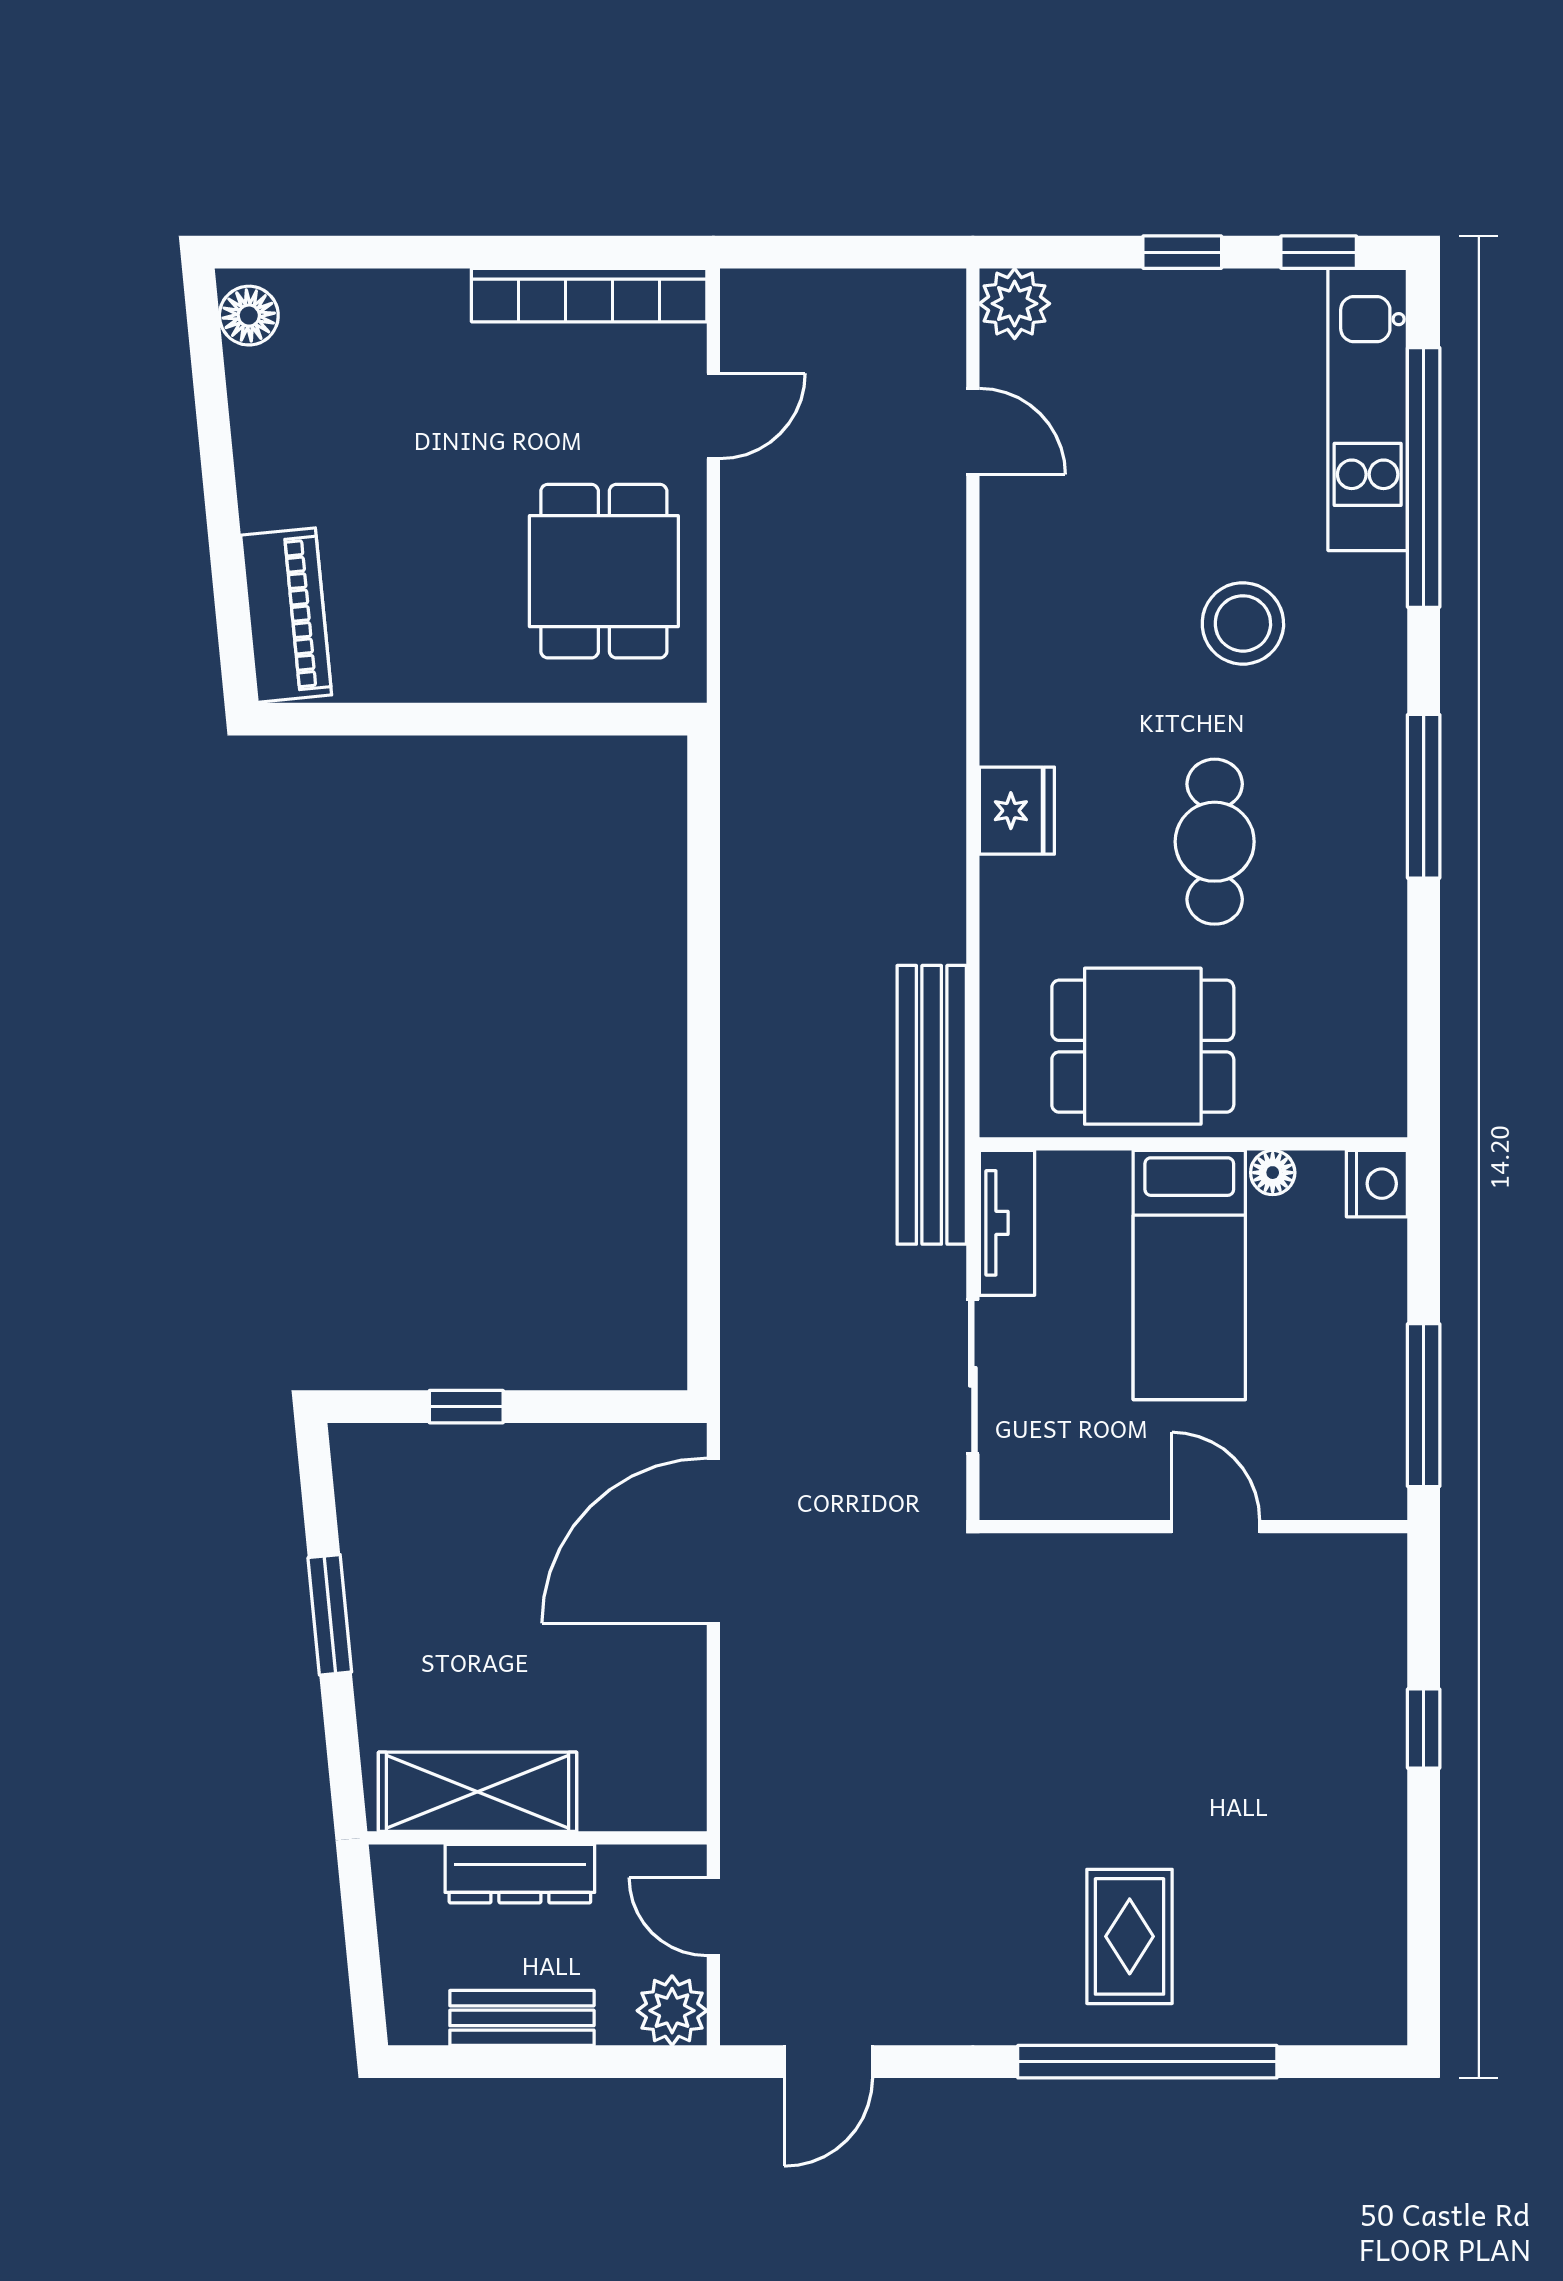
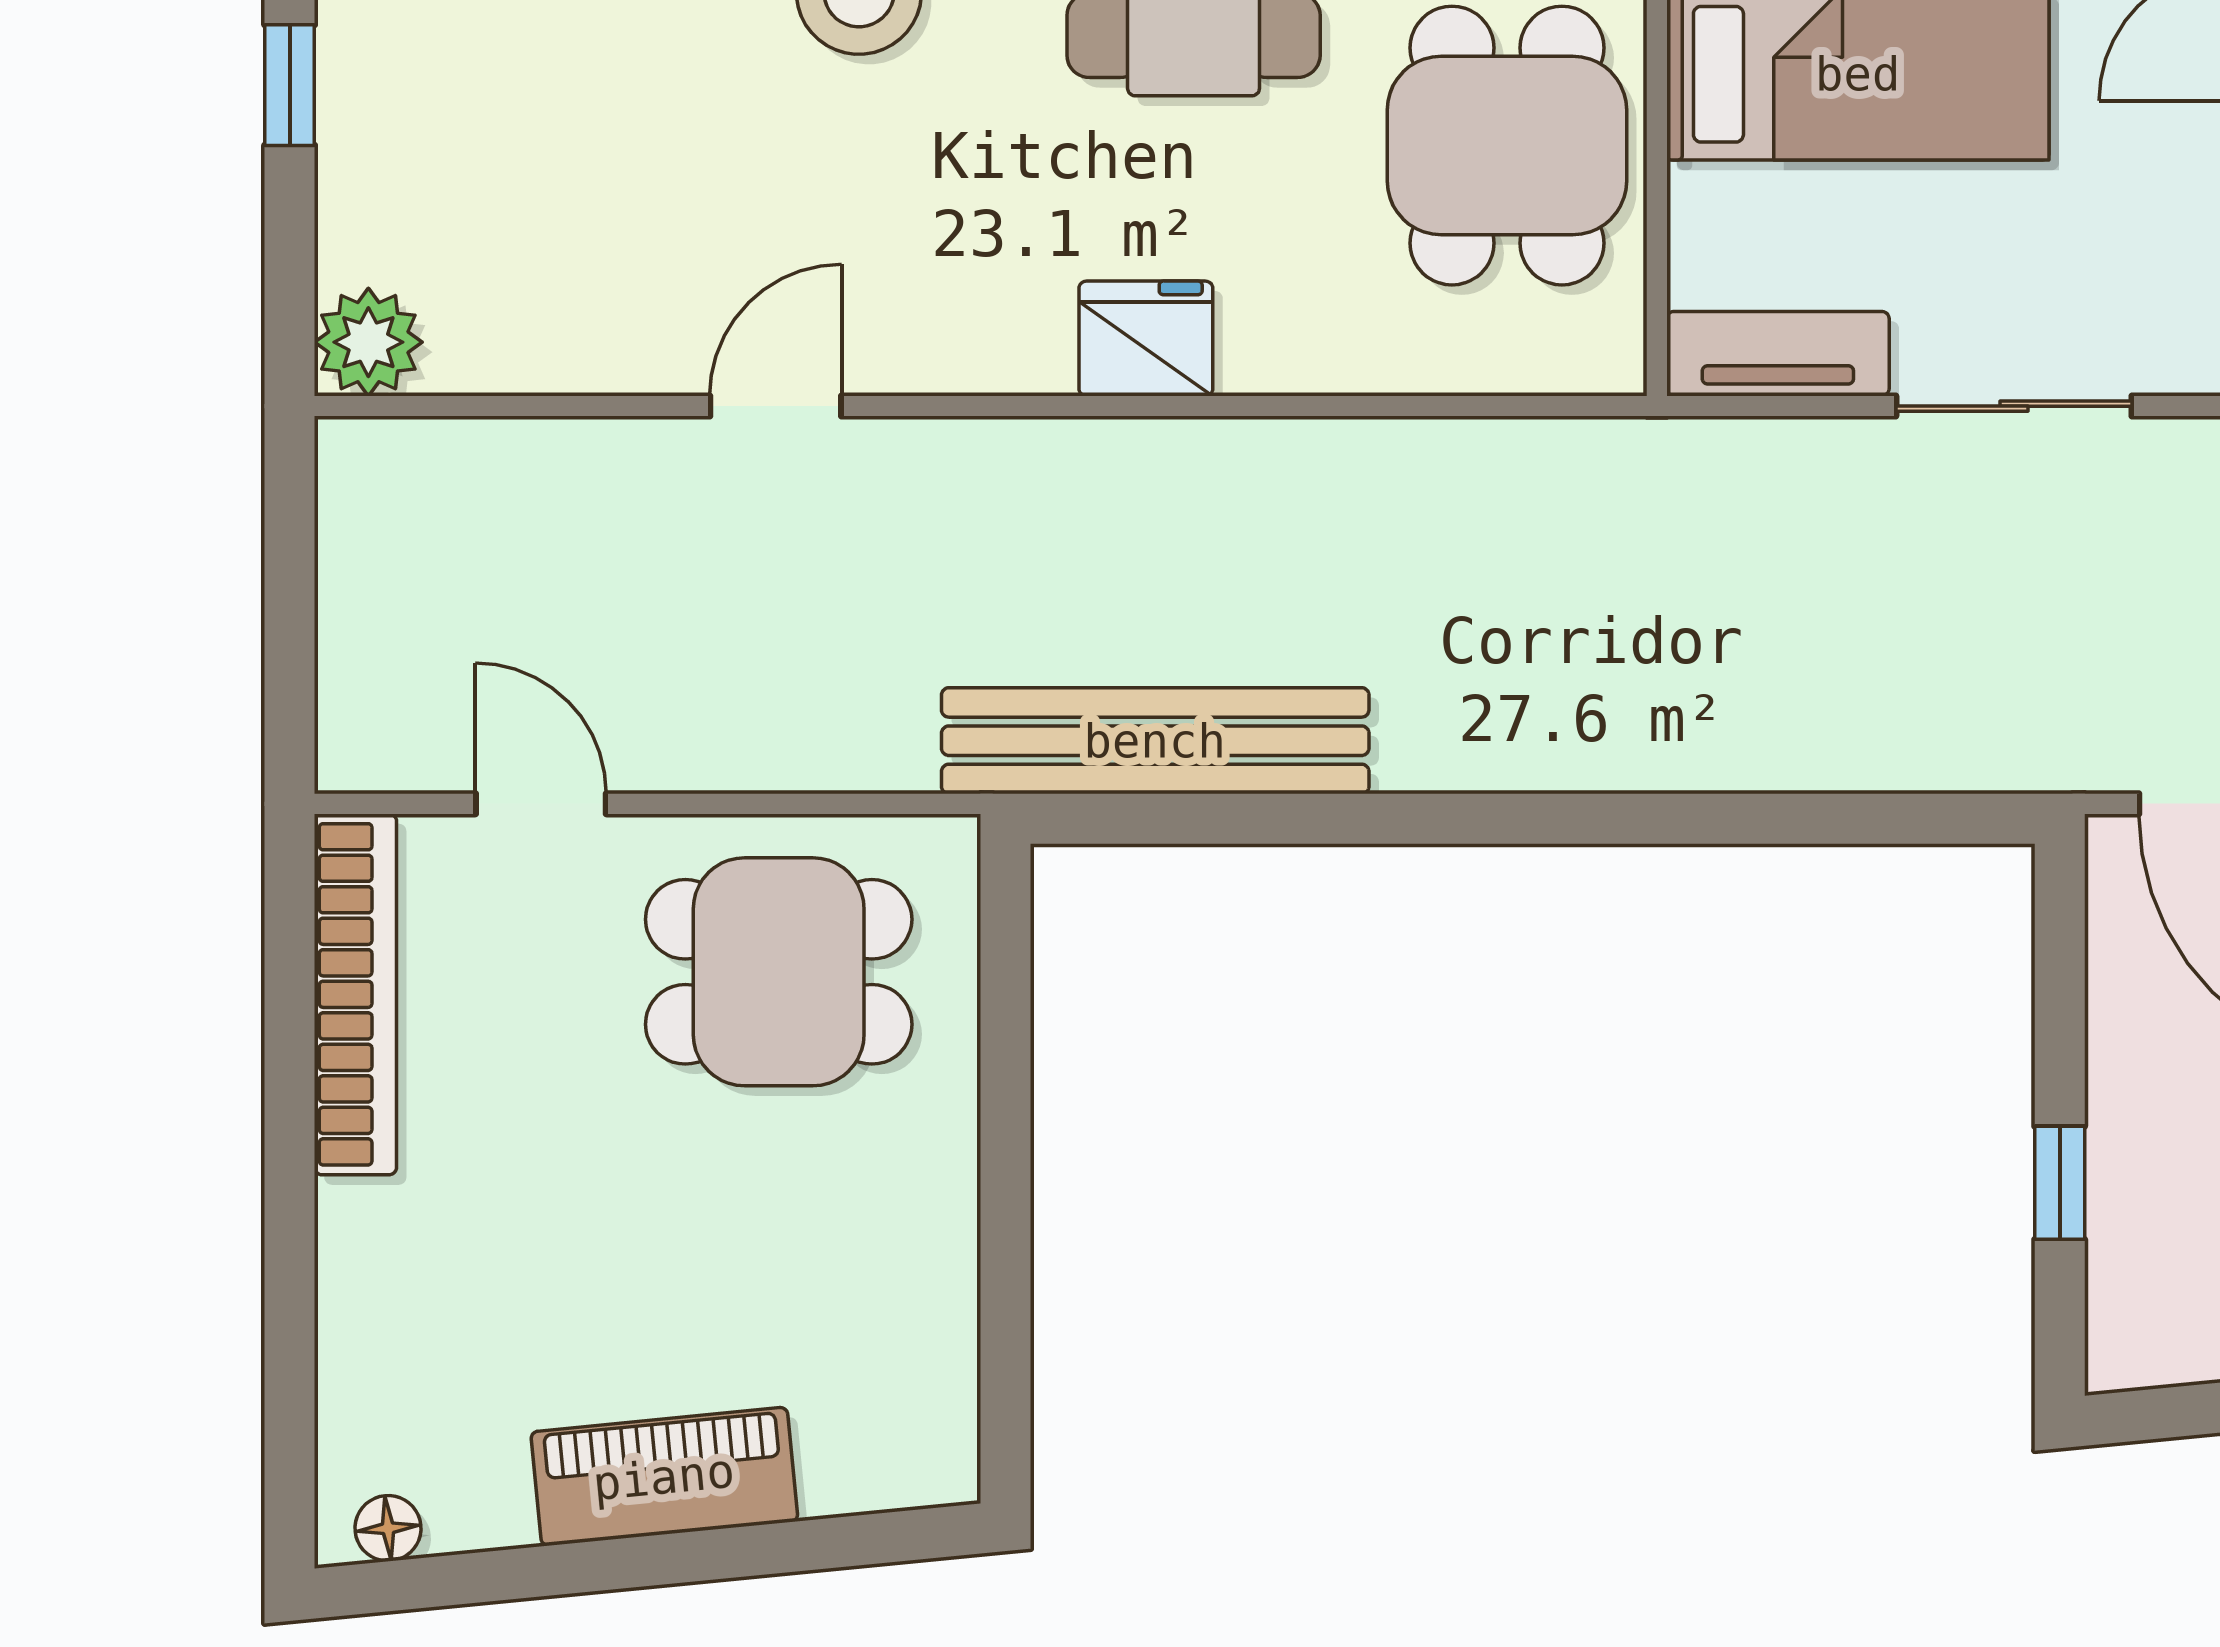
floor lamp: (249, 316) -> (388, 1528), width x0.73, depth x0.73
door: (973, 431) -> (776, 406), moved
piano: (286, 615) -> (664, 1477), moved
bench: (932, 1105) -> (1155, 741), moved

